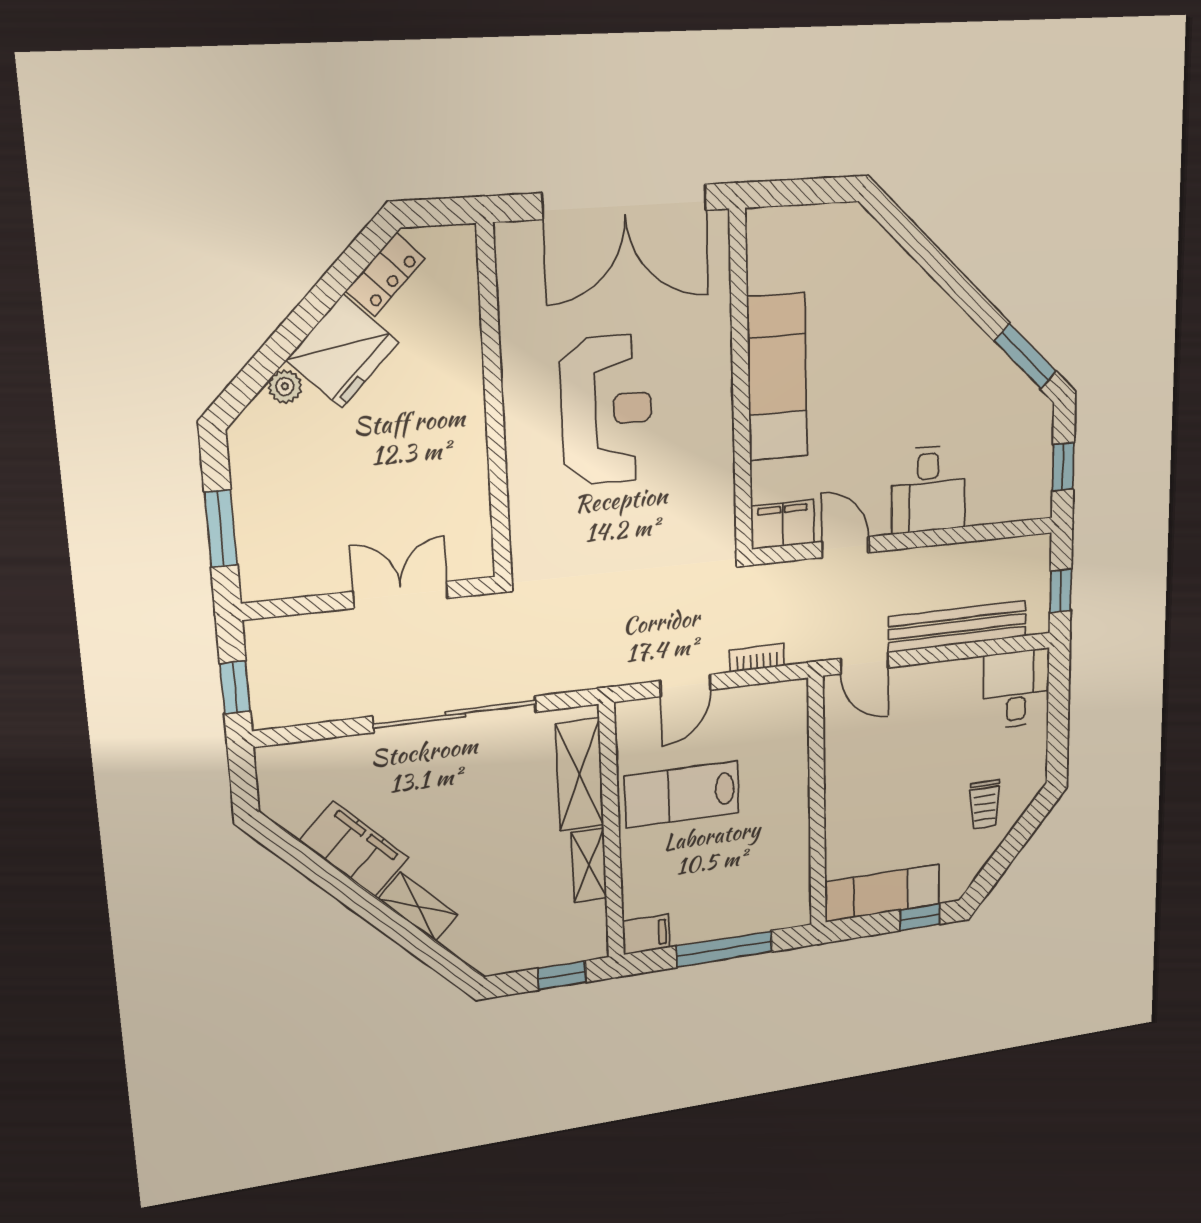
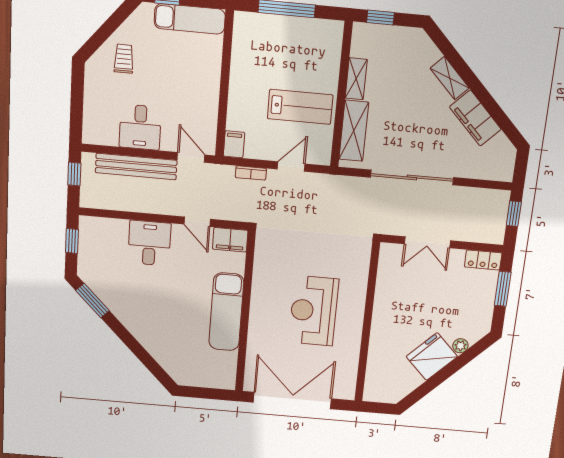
locker: (385, 275) -> (483, 260), moved, turned -135
desk: (1016, 689) -> (140, 127), moved
filing cabinet: (646, 934) -> (234, 144), moved, turned 90

